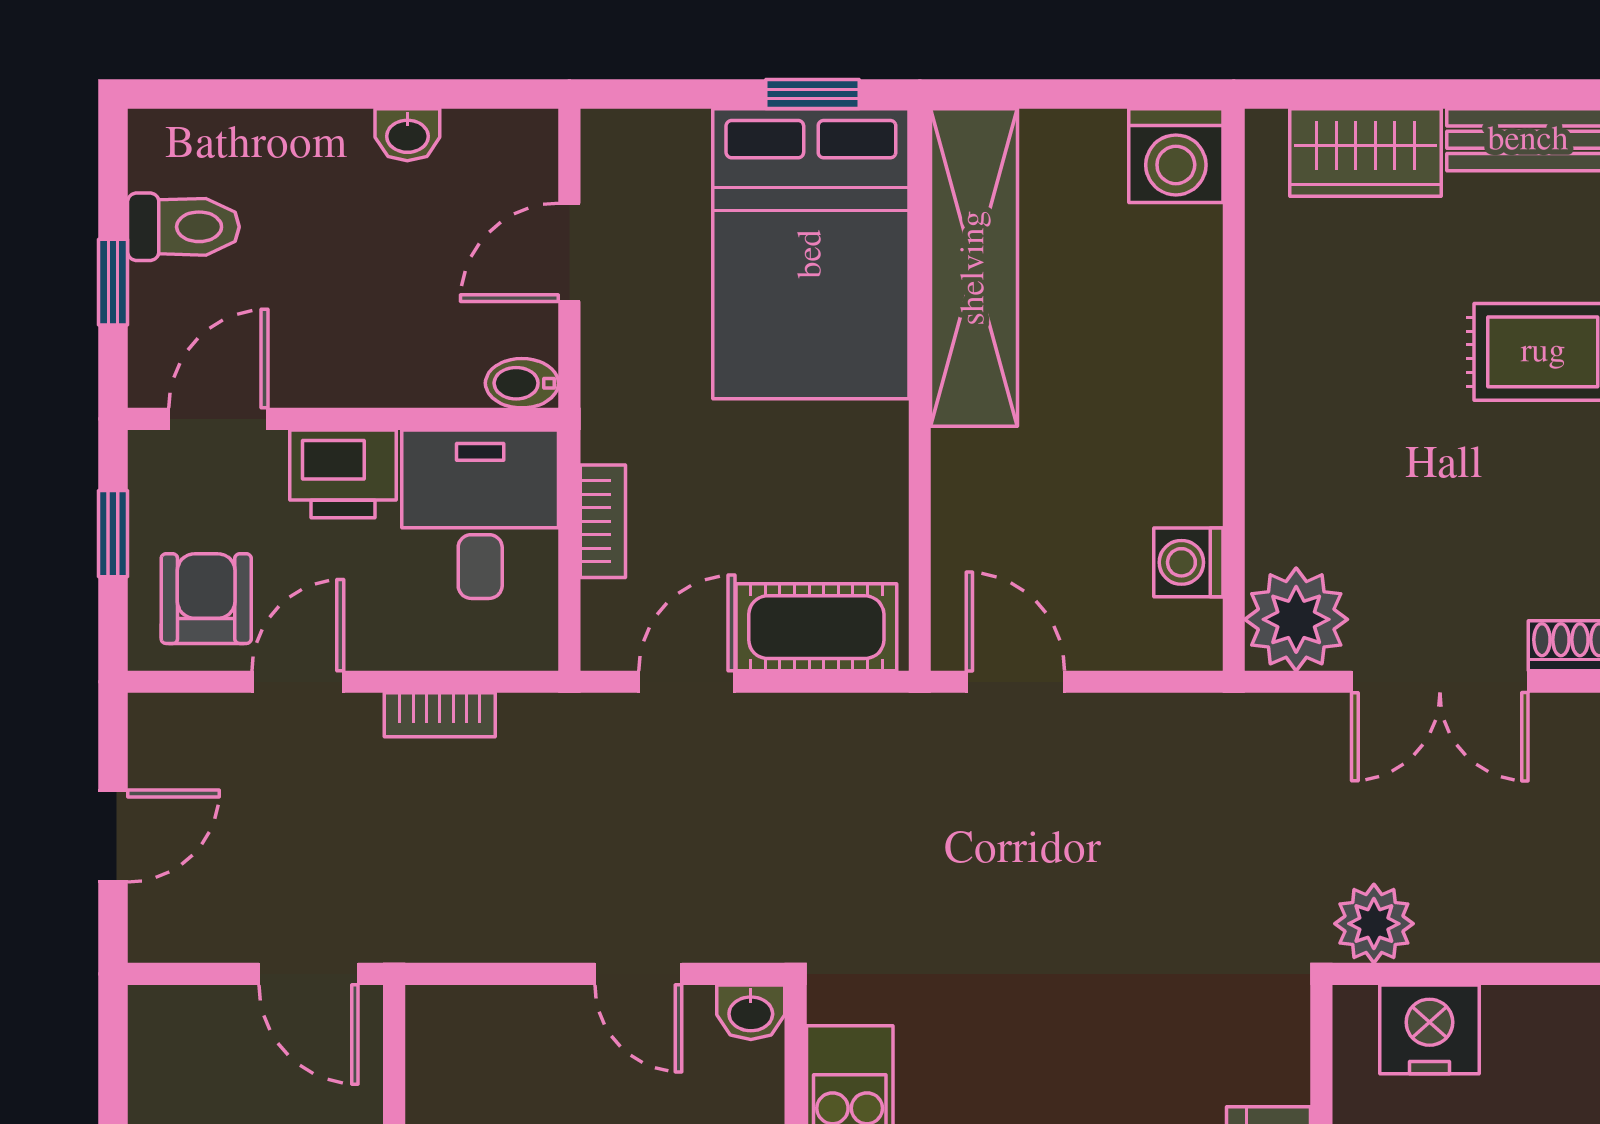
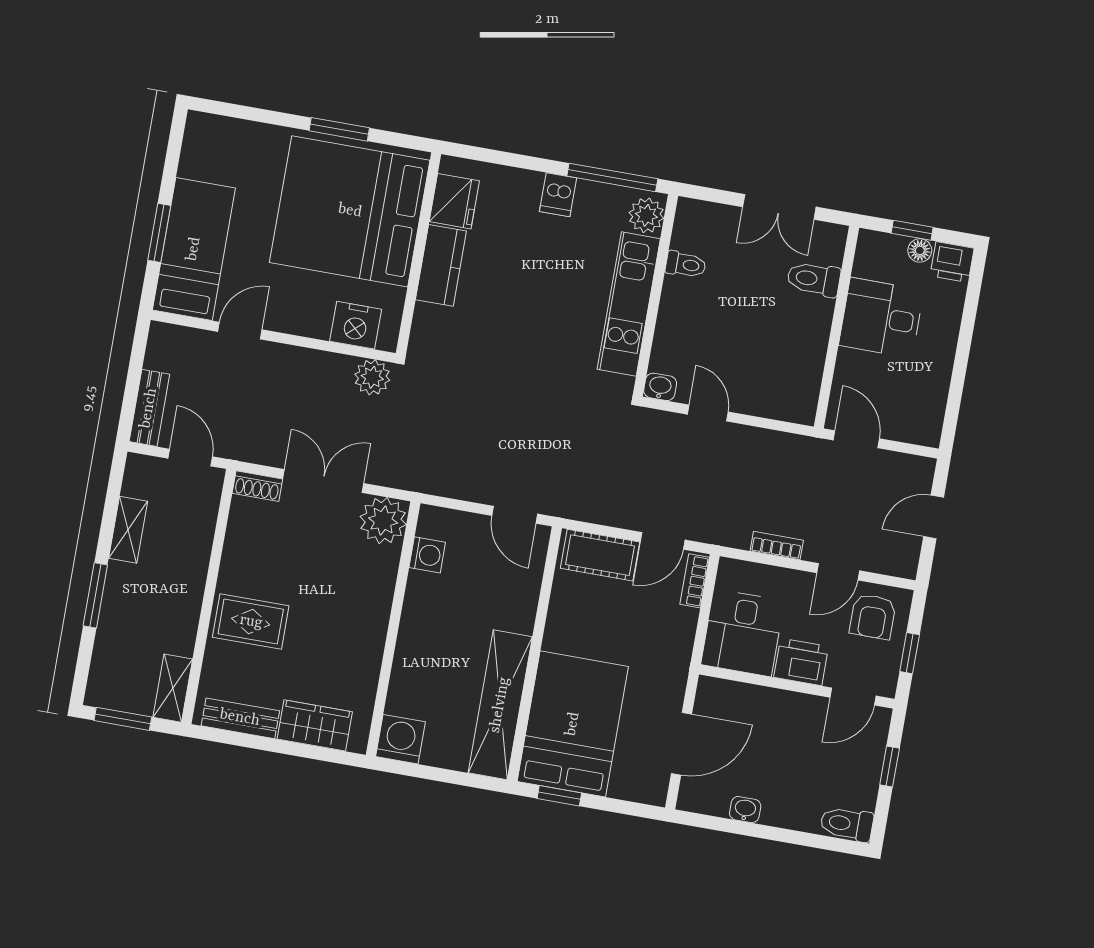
toilet: (183, 227) -> (847, 824), moved
door: (569, 252) -> (682, 744), width x1.38
bidet: (522, 383) -> (713, 689), removed
bookcase: (603, 521) -> (695, 581), moved

